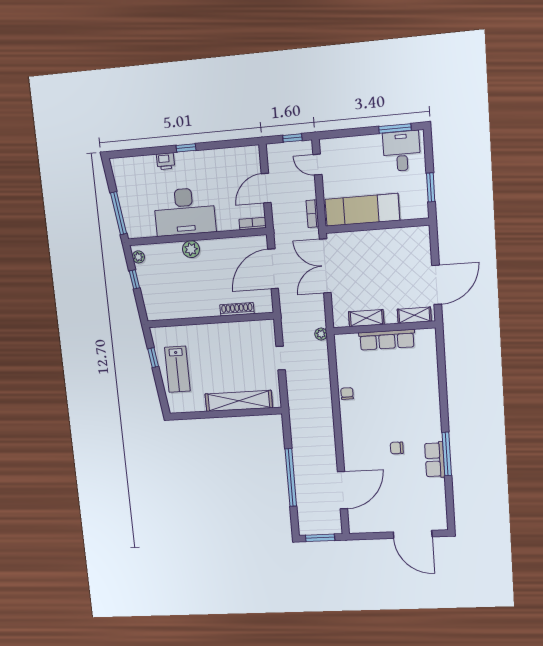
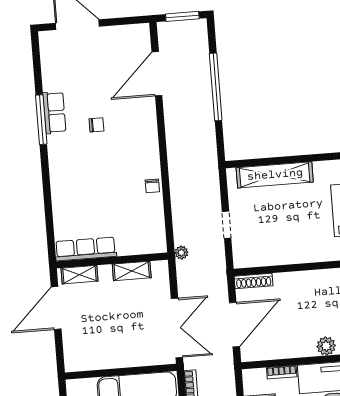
bookcase: (253, 224) -> (282, 372), moved
shoe rack: (237, 309) -> (254, 281), moved
row of seats: (387, 340) -> (86, 249), moved

